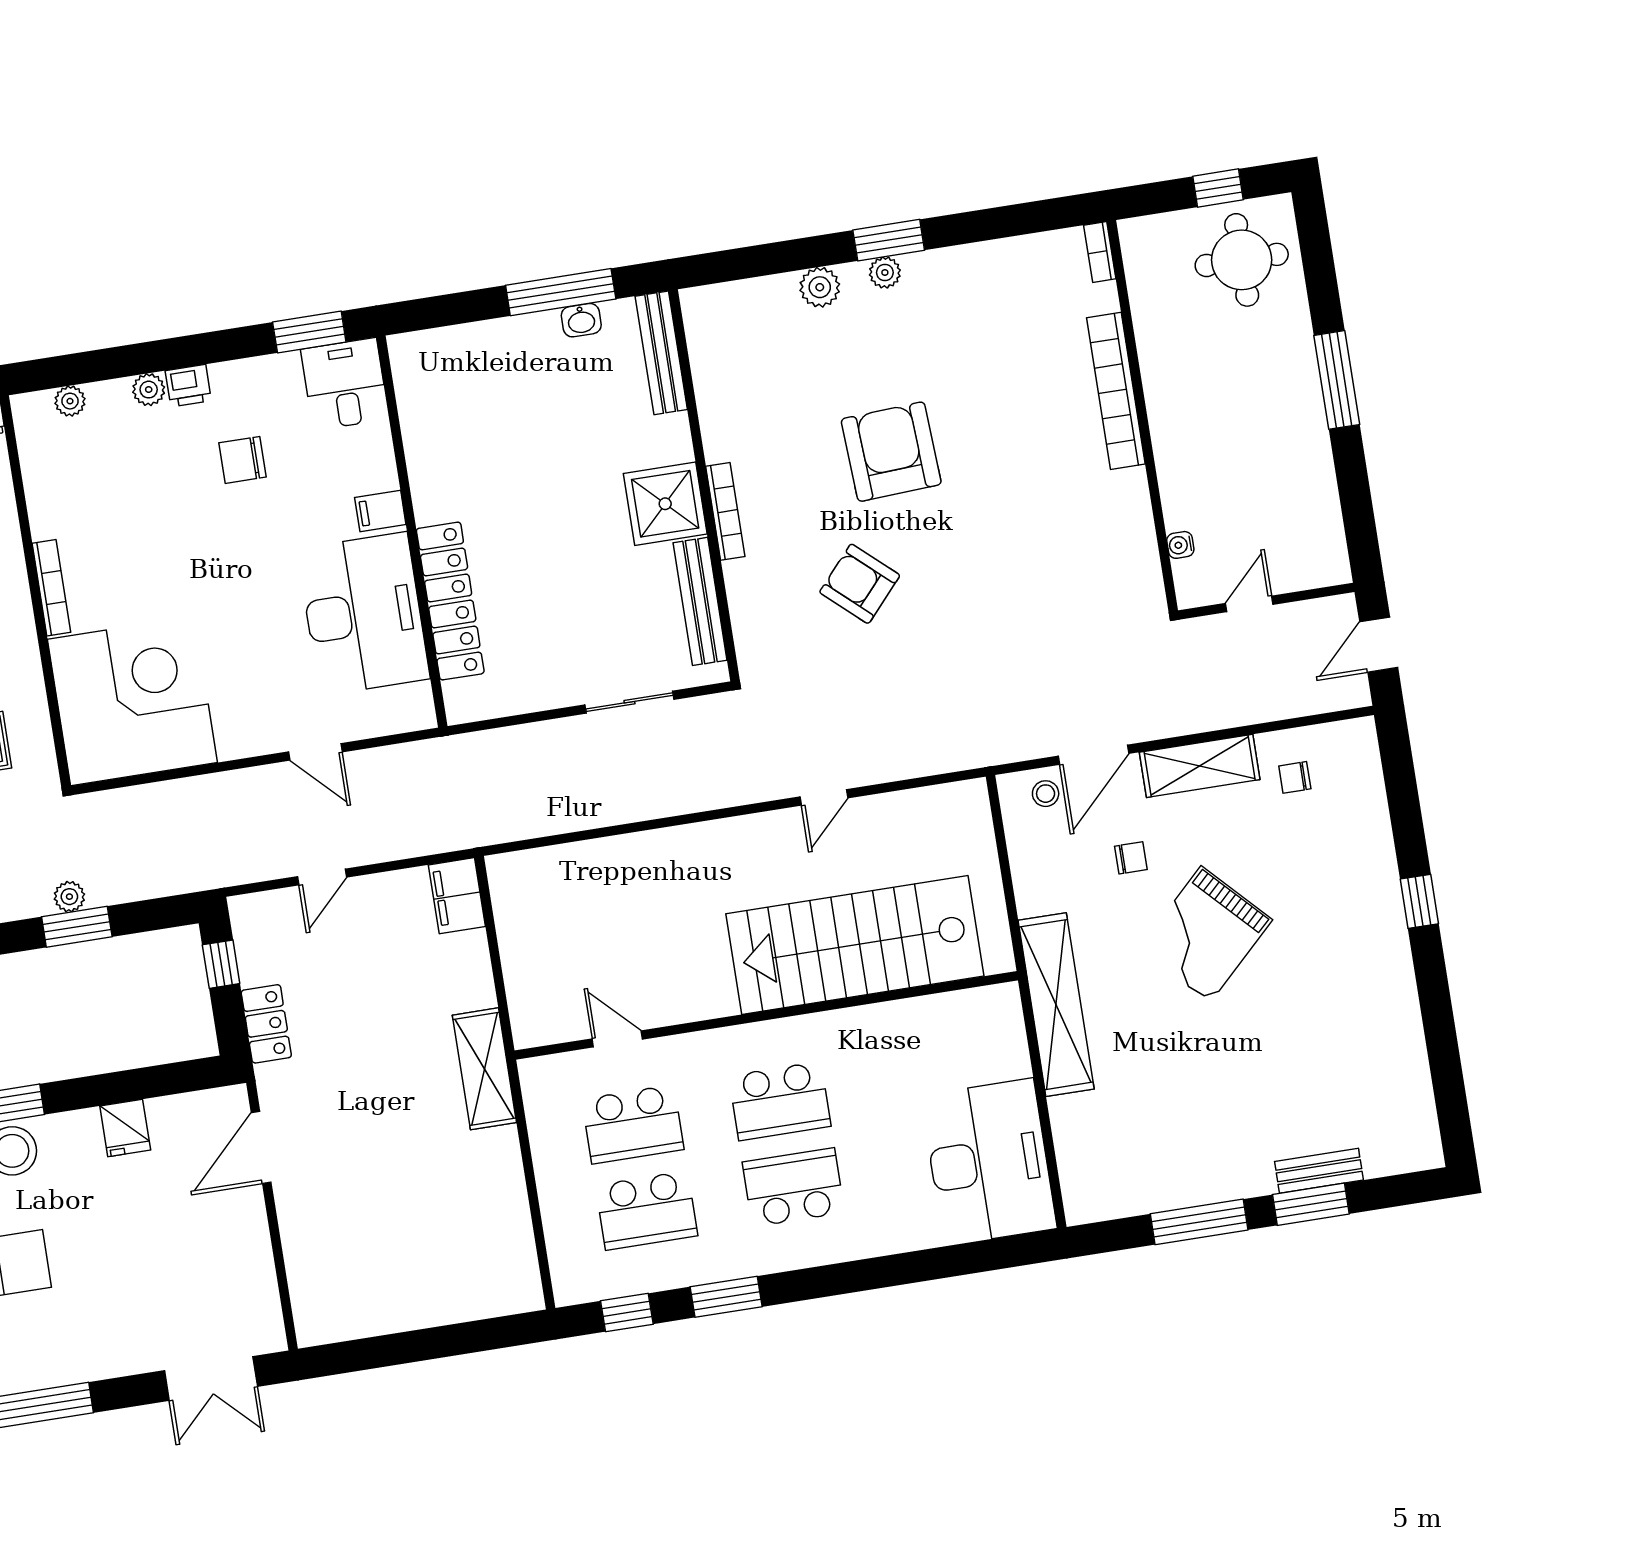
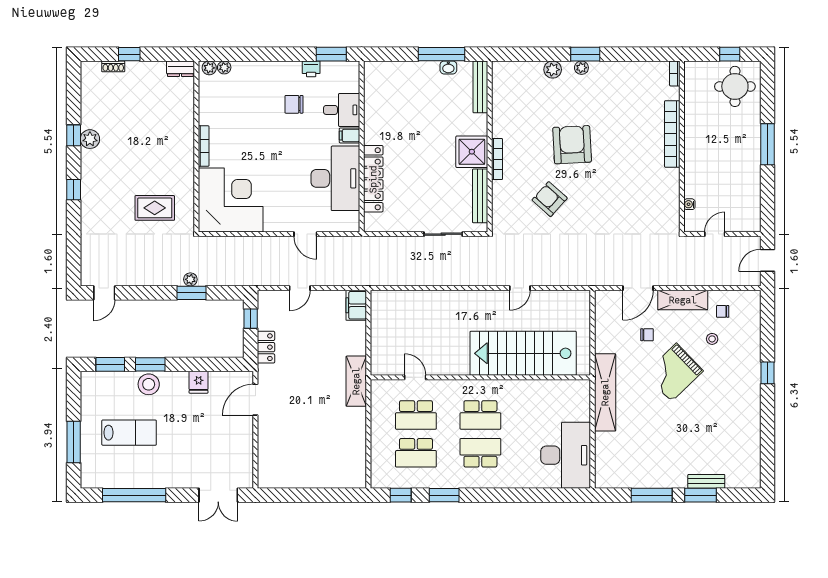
desk: (345, 384) -> (342, 110), moved, turned 90
printer: (188, 386) -> (311, 69), moved
plant: (149, 390) -> (209, 68), moved
stool: (1046, 794) -> (712, 339), moved

